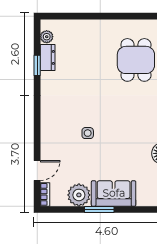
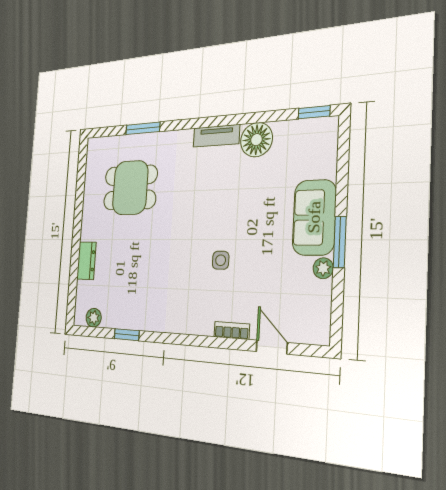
dresser: (48, 57) -> (86, 261), moved, turned 90
bookcase: (45, 194) -> (232, 330), moved
plant: (79, 195) -> (323, 268), width x0.53, depth x0.53

